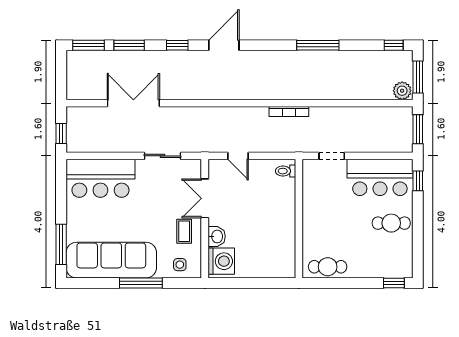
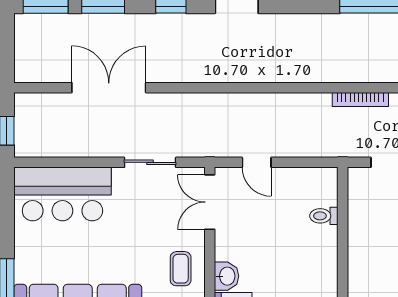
bookcase: (289, 111) -> (360, 100), moved
toilet: (286, 171) -> (324, 216), moved
double door: (205, 198) -> (210, 202), moved

